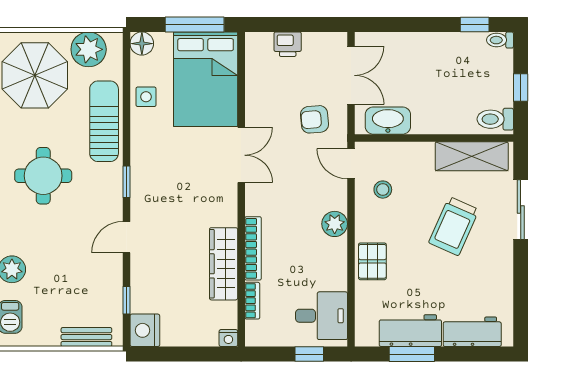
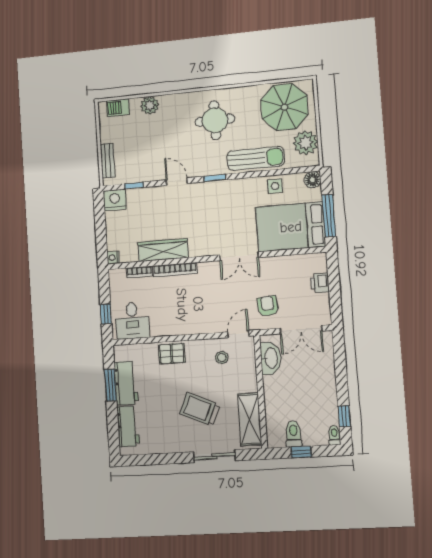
toilet: (495, 119) -> (293, 434), moved
plant: (335, 224) -> (196, 325), removed

